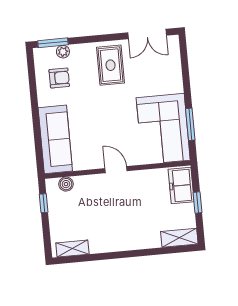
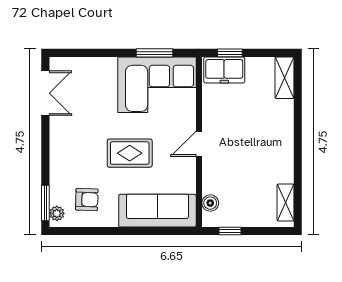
plant: (63, 52) -> (57, 213), moved
rug: (111, 65) -> (130, 153), moved
armchair: (59, 78) -> (87, 200), turned 92
window: (198, 202) -> (230, 53), moved

